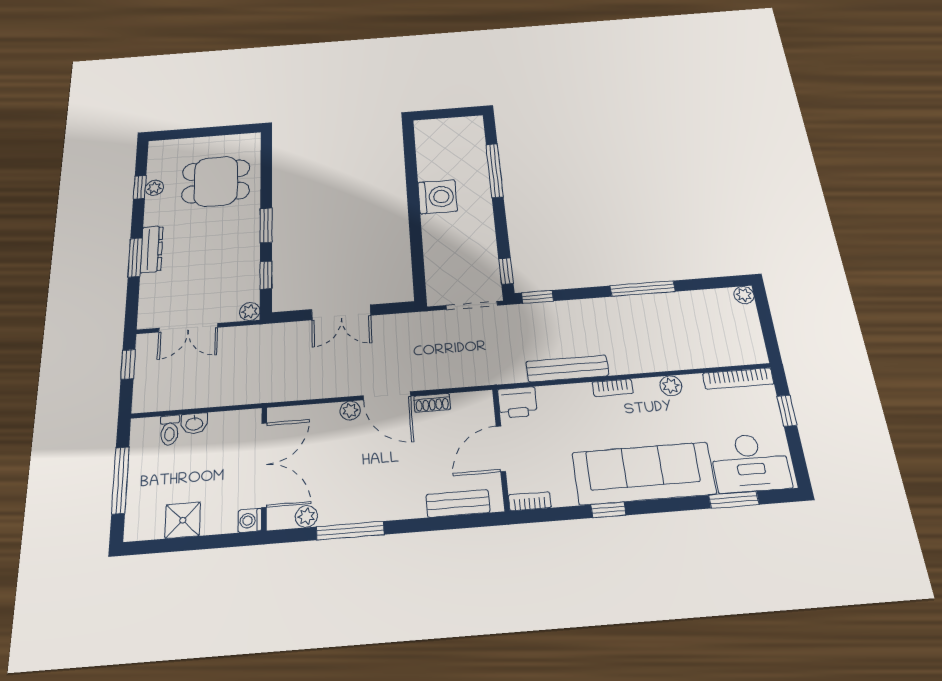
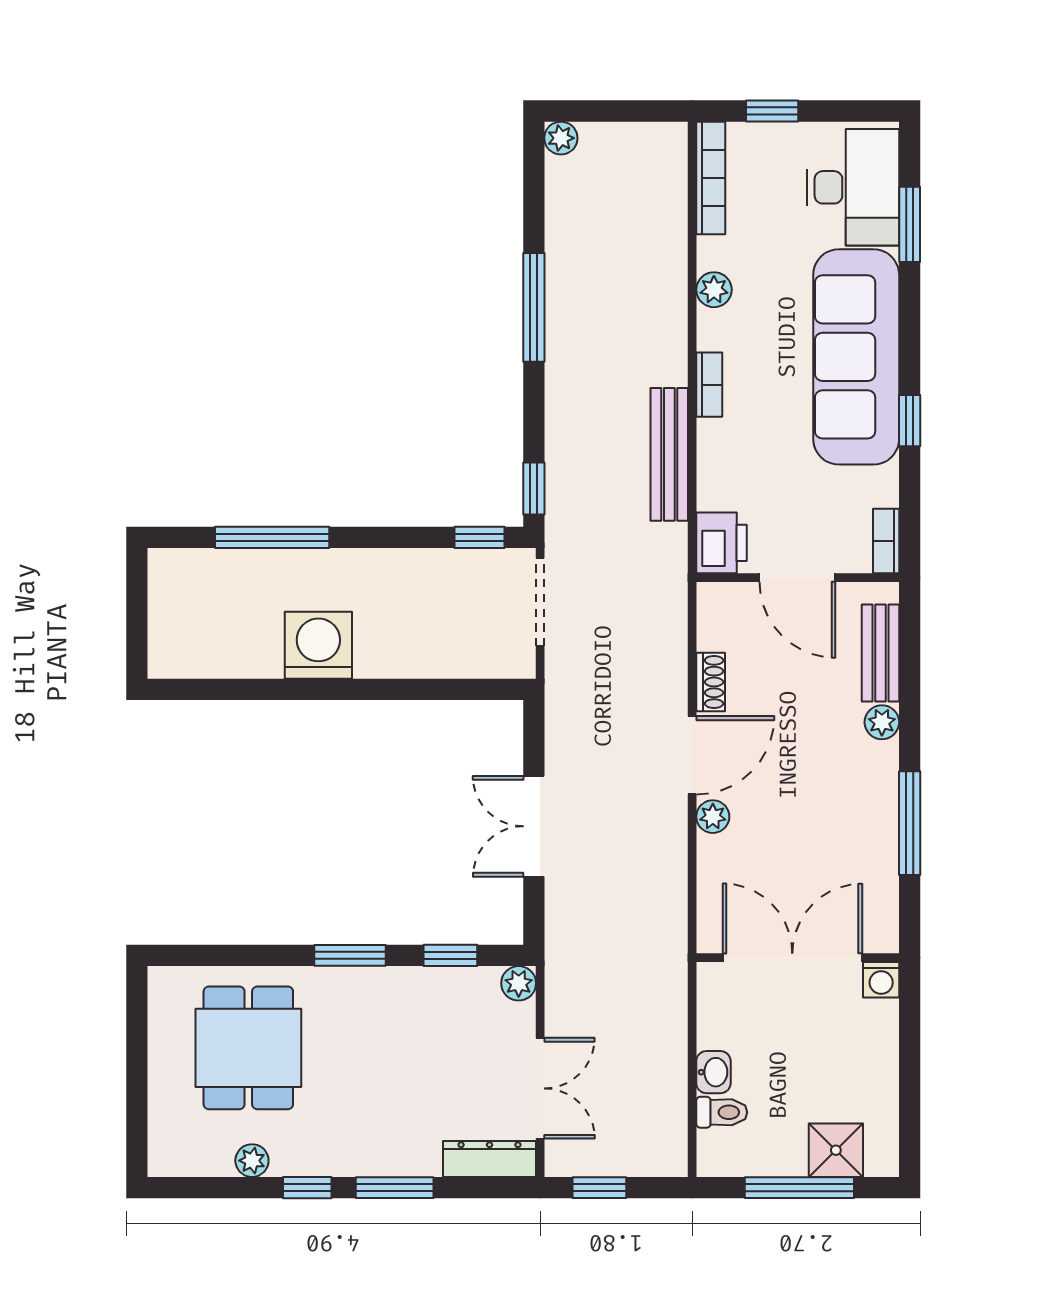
window: (140, 187) -> (307, 1188), moved
dresser: (152, 249) -> (490, 1159), moved
double door: (341, 312) -> (534, 826), swing flipped
plant: (306, 516) -> (882, 722), moved
shower: (183, 520) -> (836, 1150), moved

